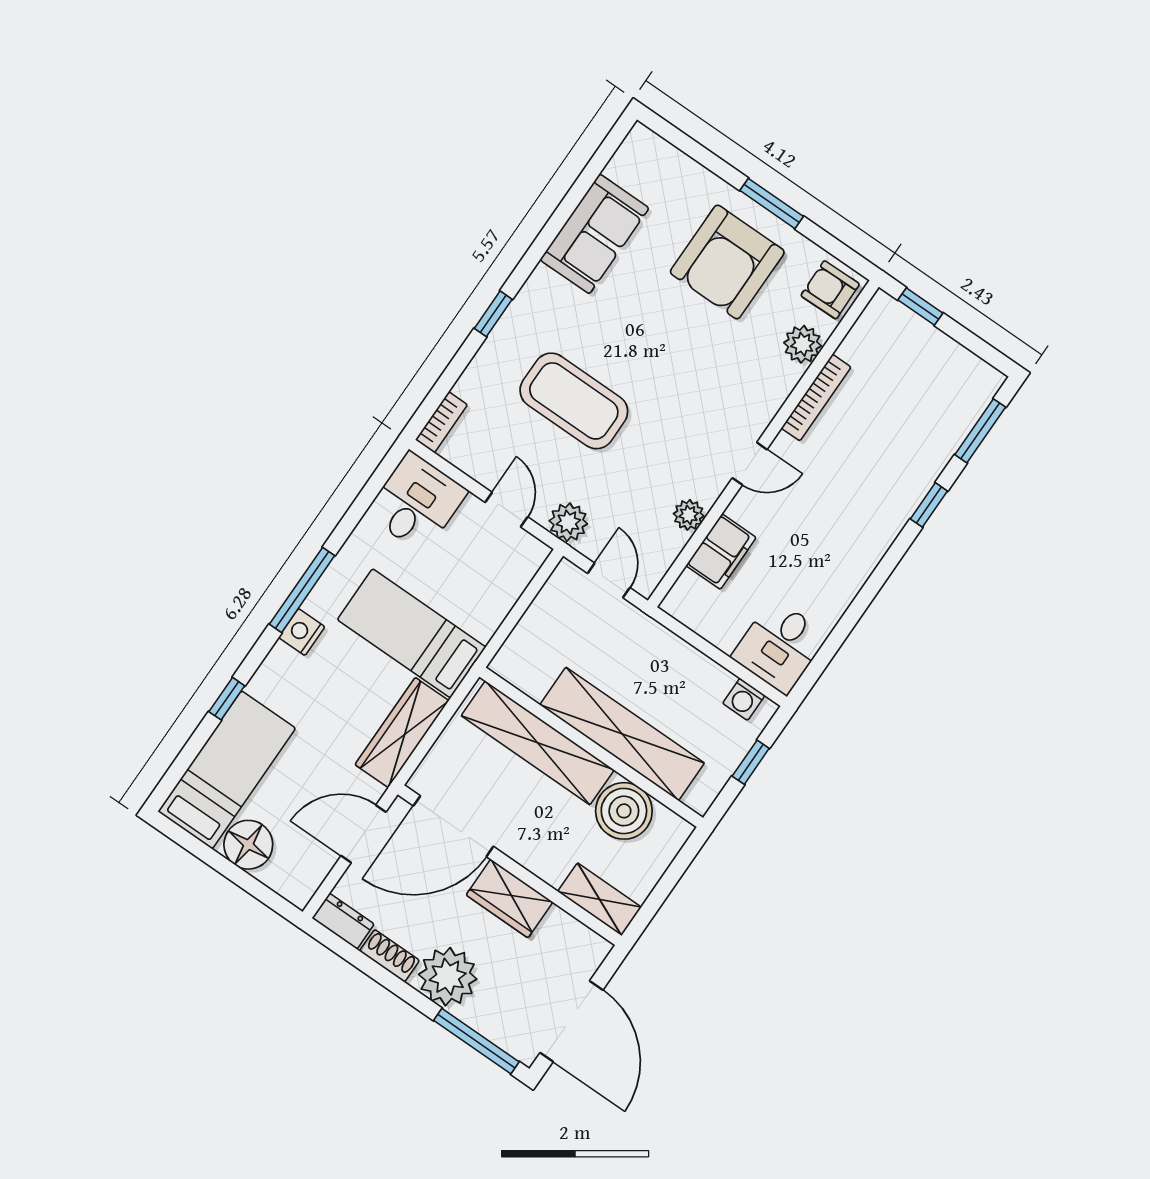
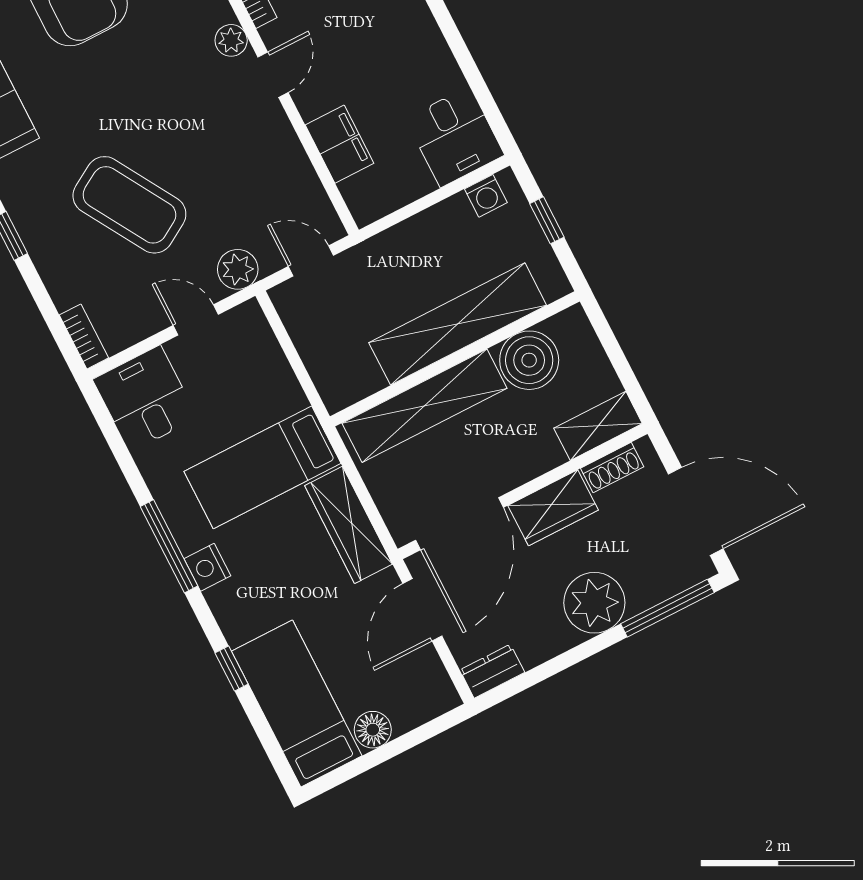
coffee table: (574, 401) -> (129, 205), turned 59
plant: (689, 515) -> (231, 40), moved
floor lamp: (248, 845) -> (373, 730), width x0.73, depth x0.73
shoe rack: (389, 956) -> (612, 468), moved, turned 180

